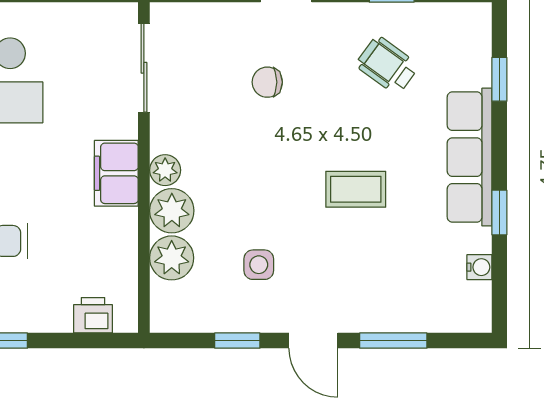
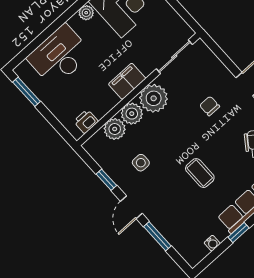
plant: (165, 170) -> (154, 98), width x1.88, depth x1.88
printer: (93, 315) -> (86, 121), moved, turned -90

